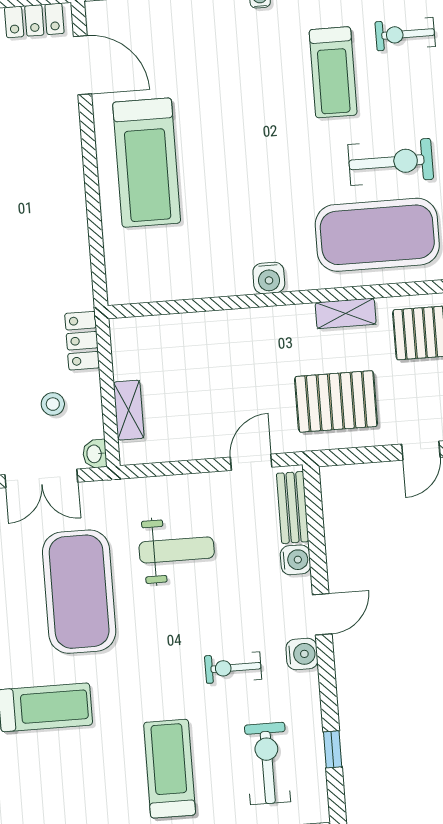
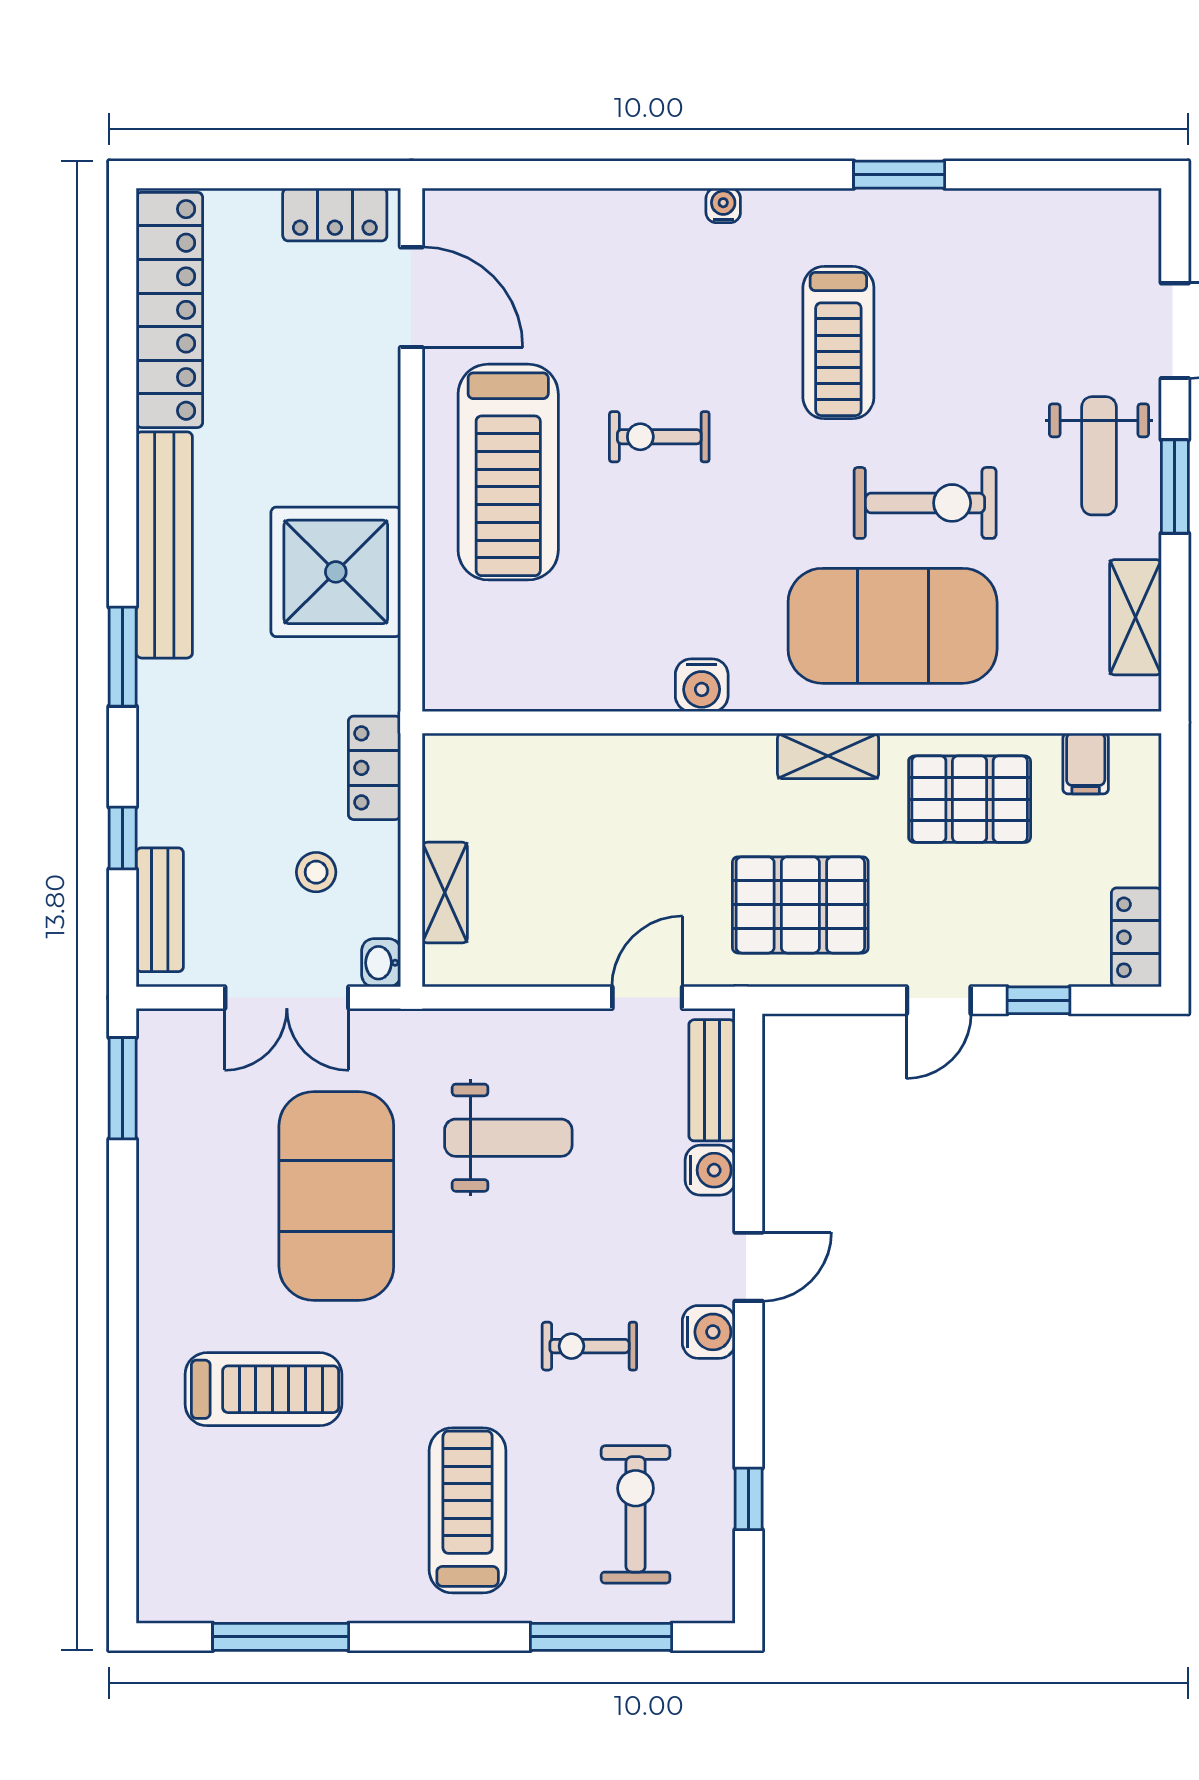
exercise bike: (405, 34) -> (659, 437), moved
shower: (51, 228) -> (336, 572), added

